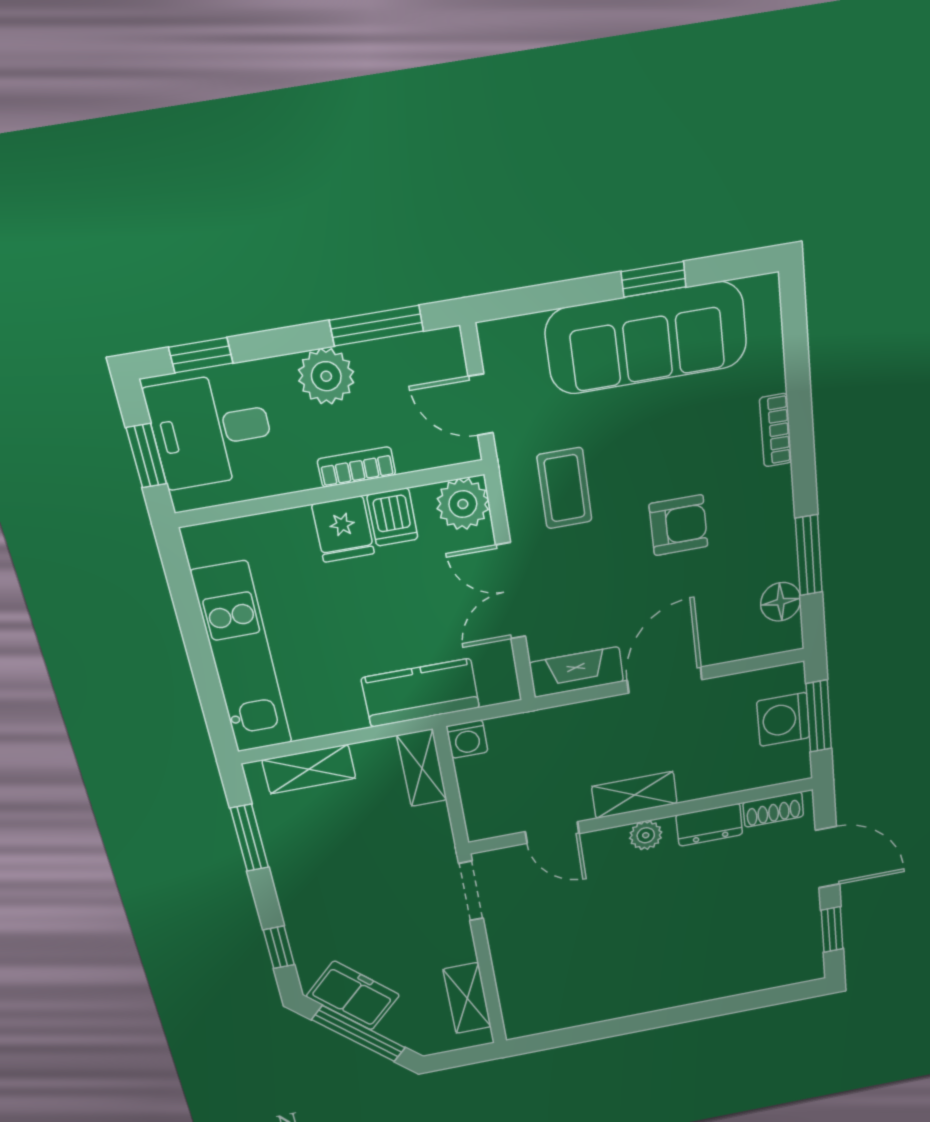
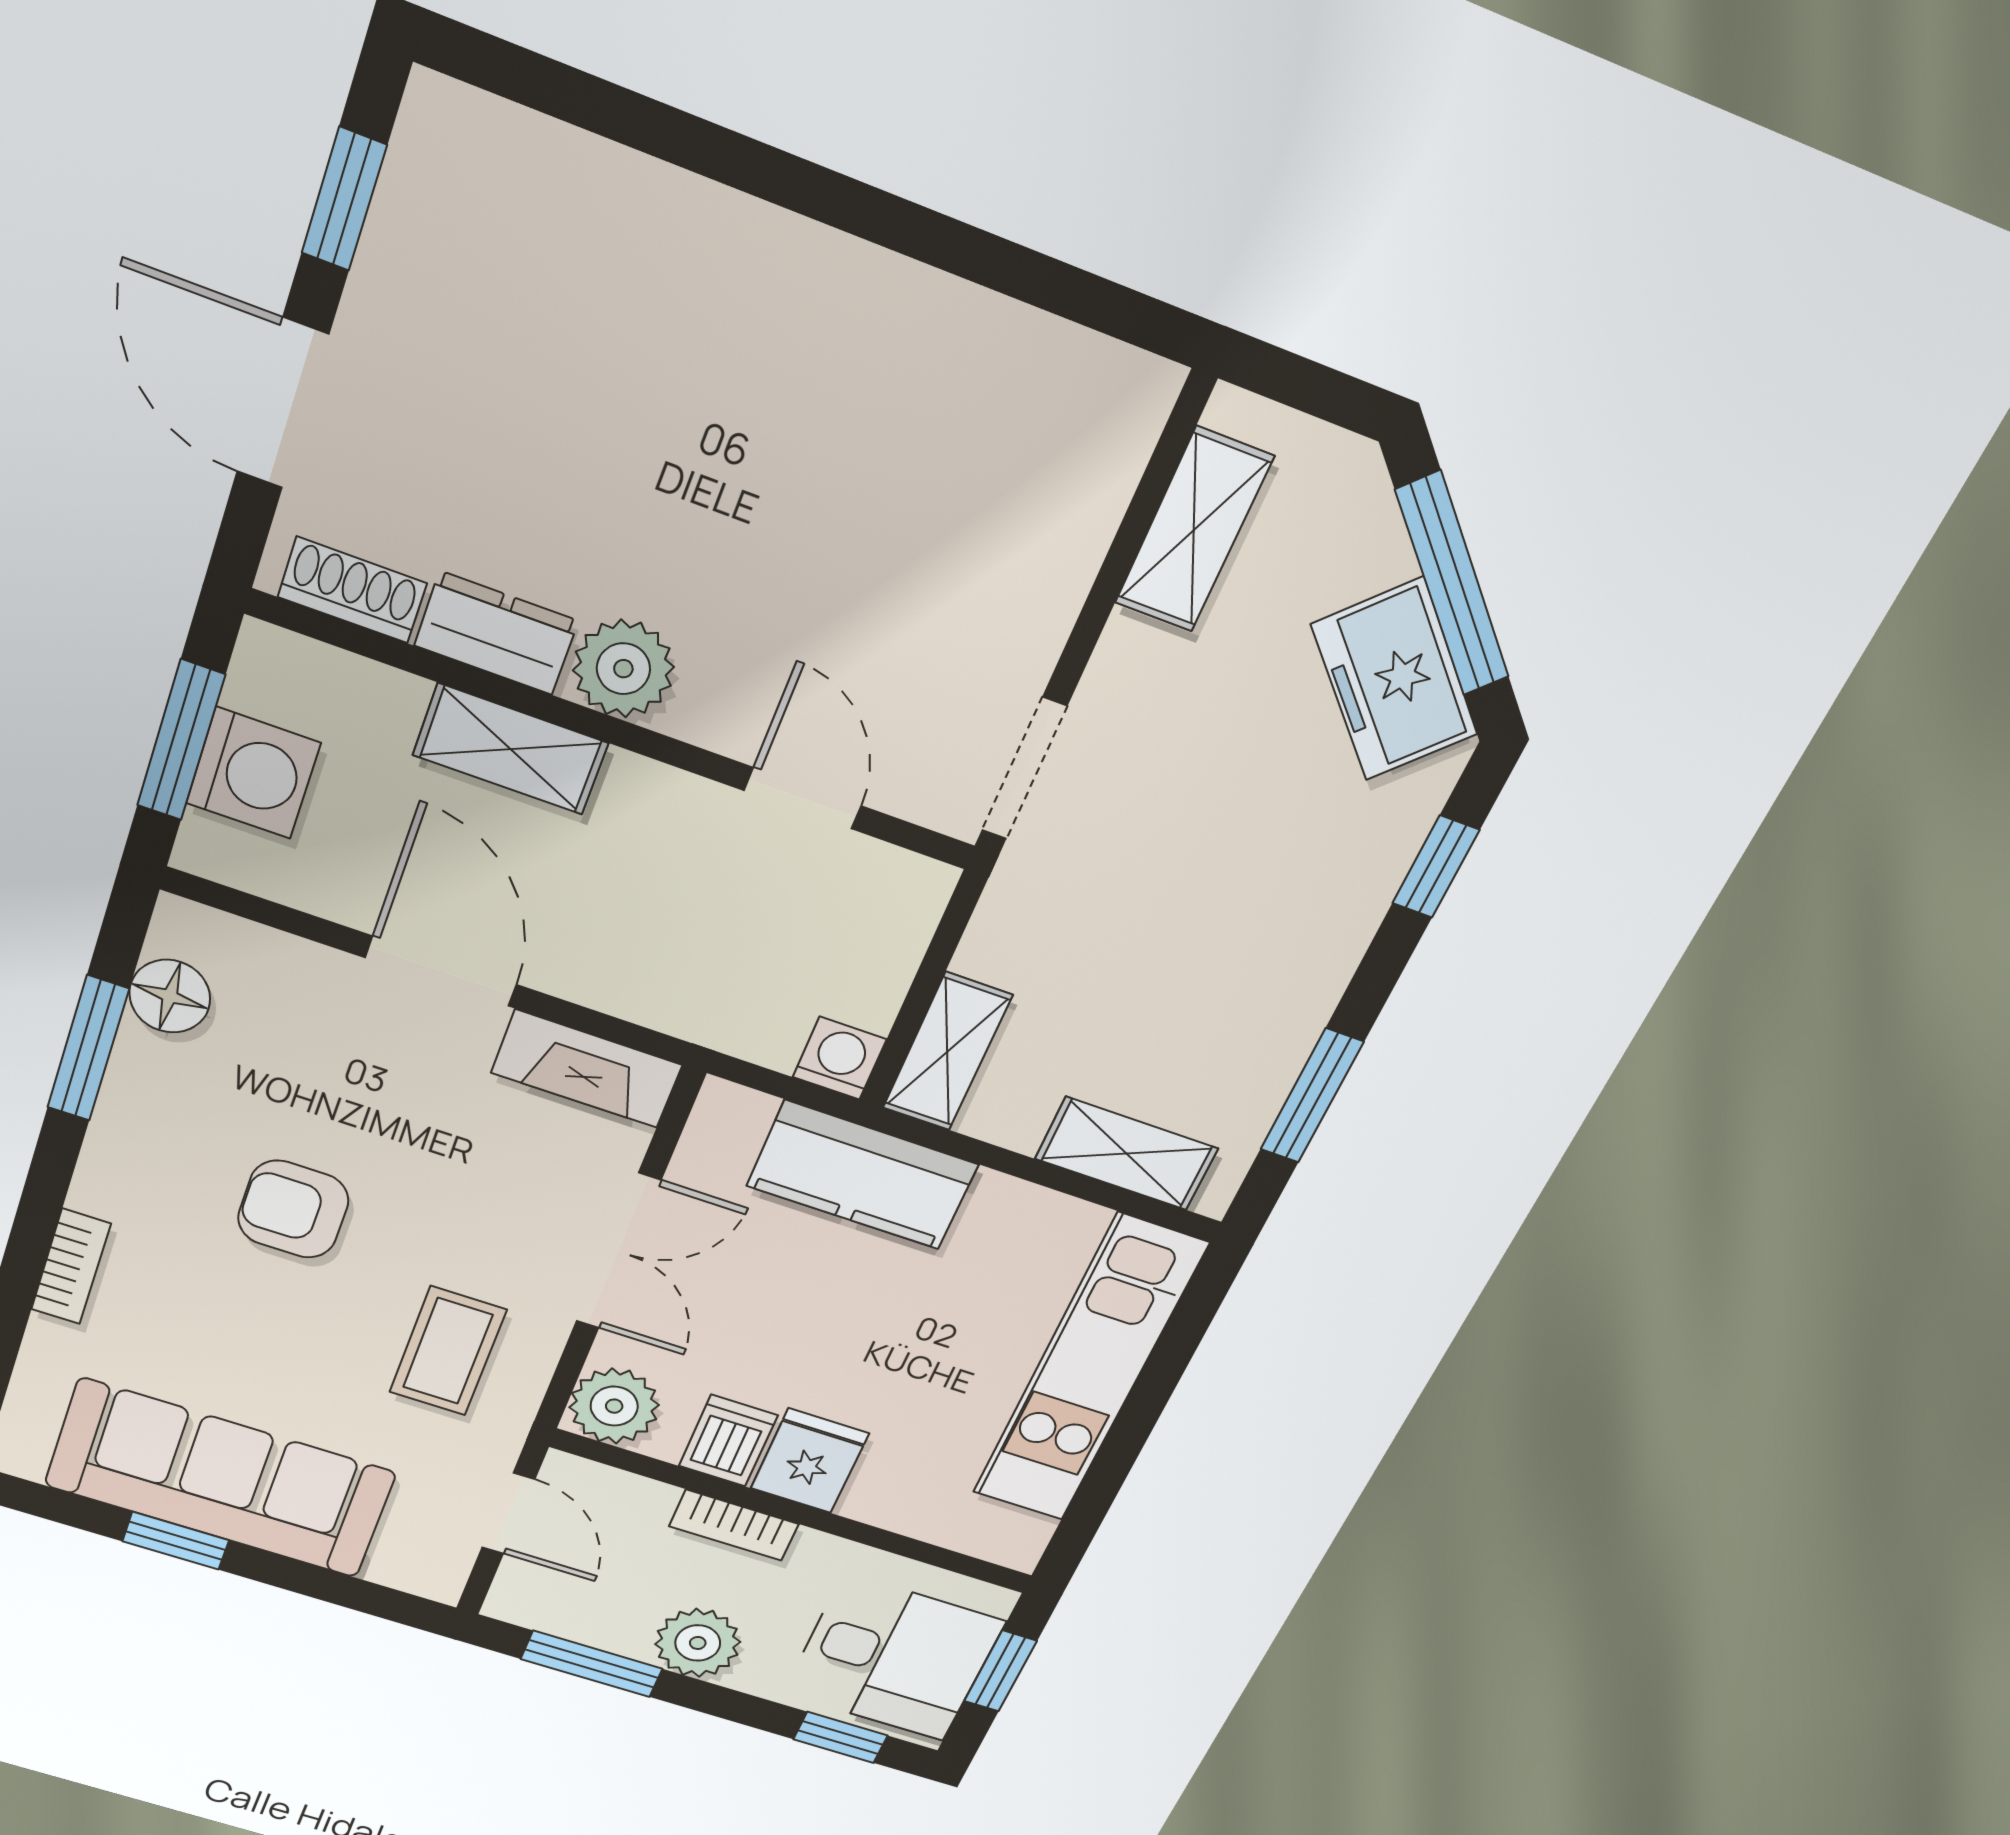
door: (665, 680) -> (441, 971), swing flipped
shelving: (634, 795) -> (511, 749), moved
plant: (646, 835) -> (623, 669), width x1.38, depth x1.38

